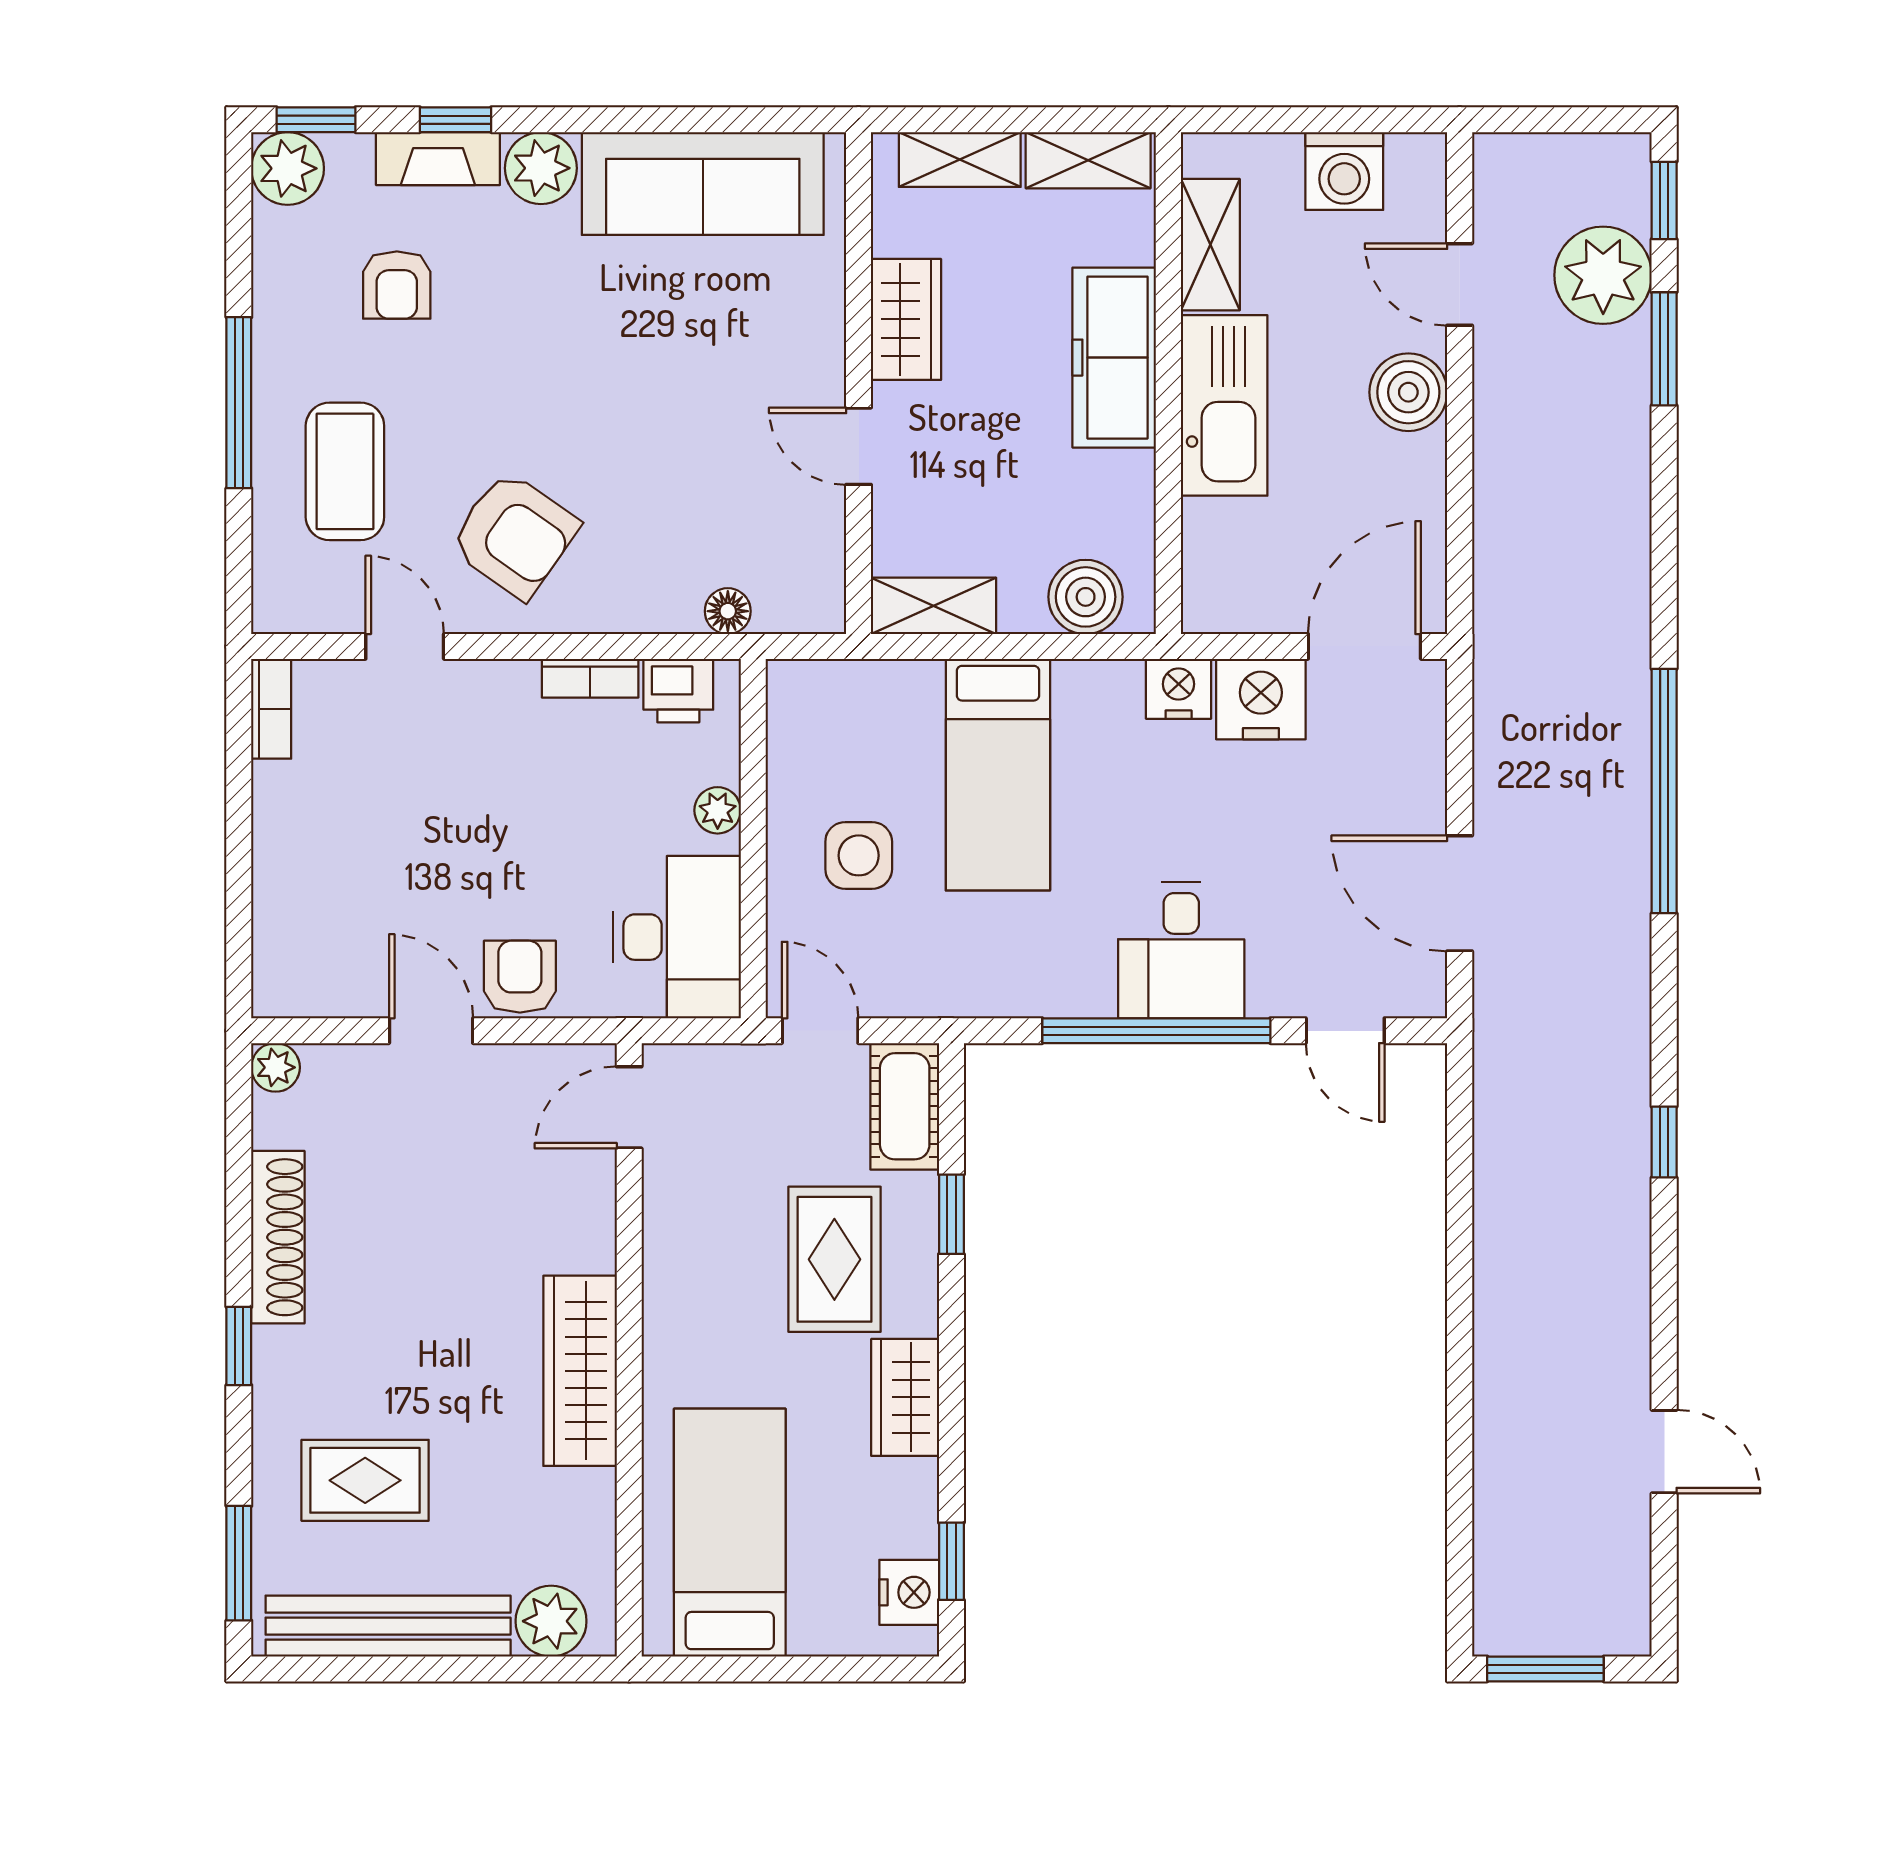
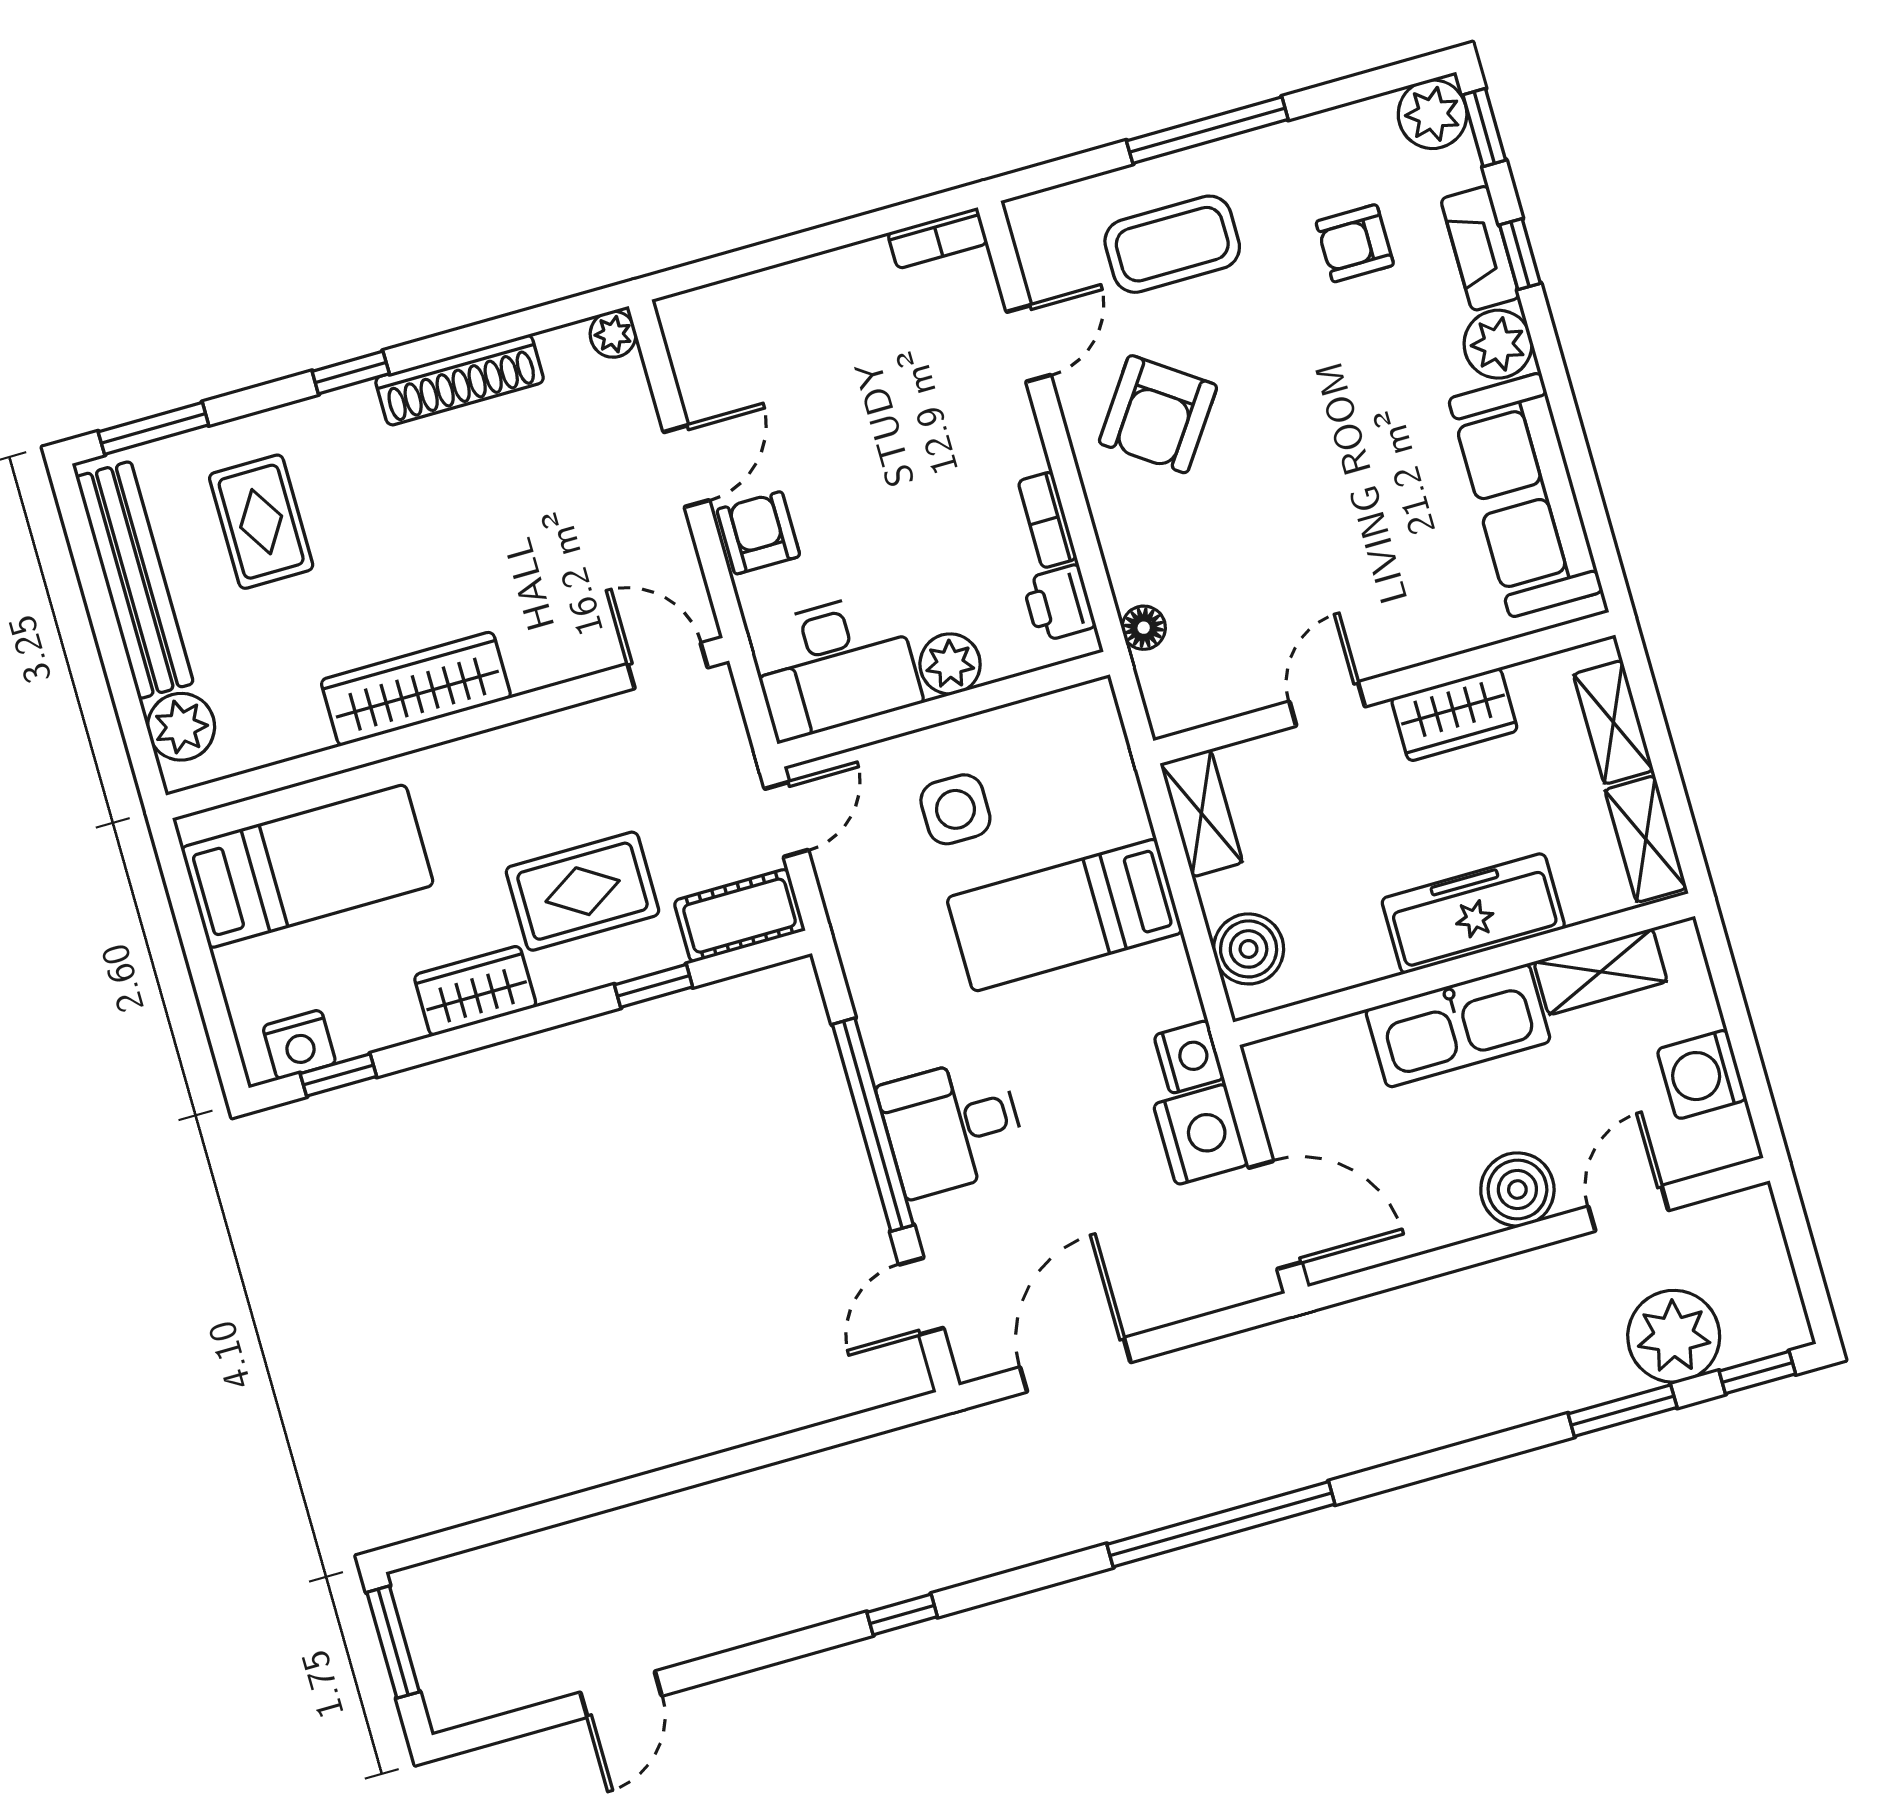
plant: (718, 810) -> (950, 664), width x1.38, depth x1.38
armchair: (520, 977) -> (758, 533), turned -90

